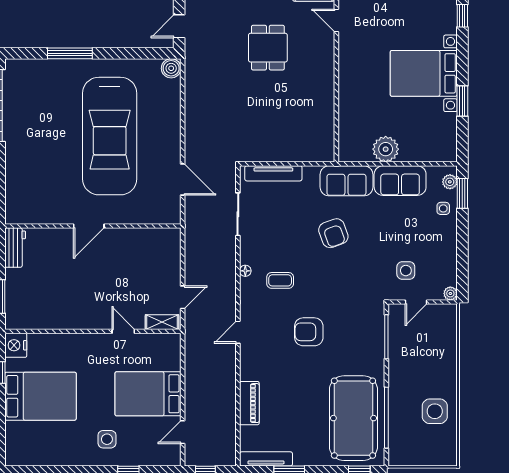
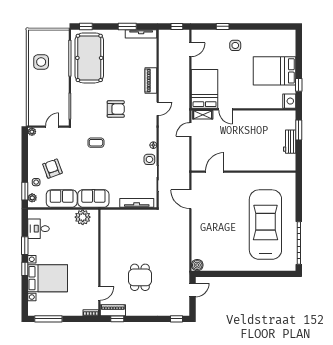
window: (462, 16) -> (25, 269), moved
door: (336, 20) -> (99, 293), hinge flipped
window: (70, 53) -> (257, 274), removed
bed with nightstands: (424, 73) -> (48, 278), moved
desk: (439, 130) -> (39, 229), added
car: (110, 136) -> (265, 225), moved
plant: (386, 149) -> (83, 217), moved
door: (89, 226) -> (215, 172), moved
armchair: (333, 233) -> (52, 169), moved
workbench: (15, 248) -> (290, 142), moved
side table: (406, 271) -> (149, 159), moved
coffee table: (280, 280) -> (96, 143), moved
bed: (148, 394) -> (205, 89), moved, turned -90
piano: (249, 403) -> (151, 81), moved

